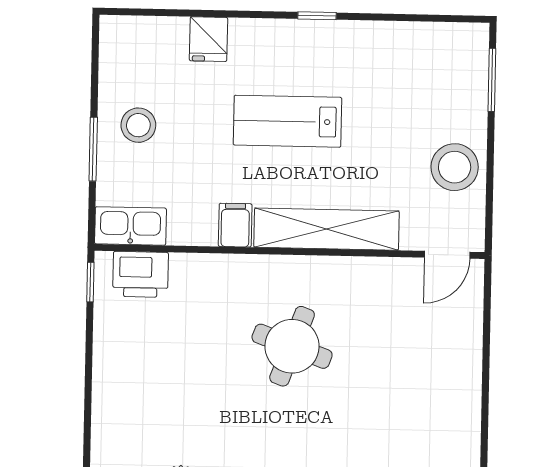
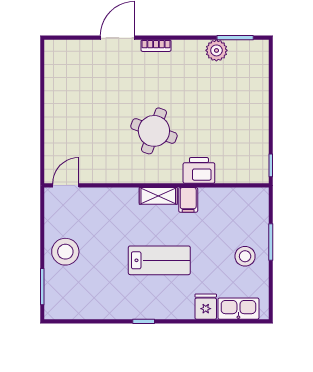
stool: (455, 167) -> (65, 252), moved
kitchen sink: (130, 226) -> (238, 309), moved, turned 180
shelving: (326, 229) -> (158, 196), width x0.45, depth x0.75
printer: (141, 274) -> (199, 170), moved

